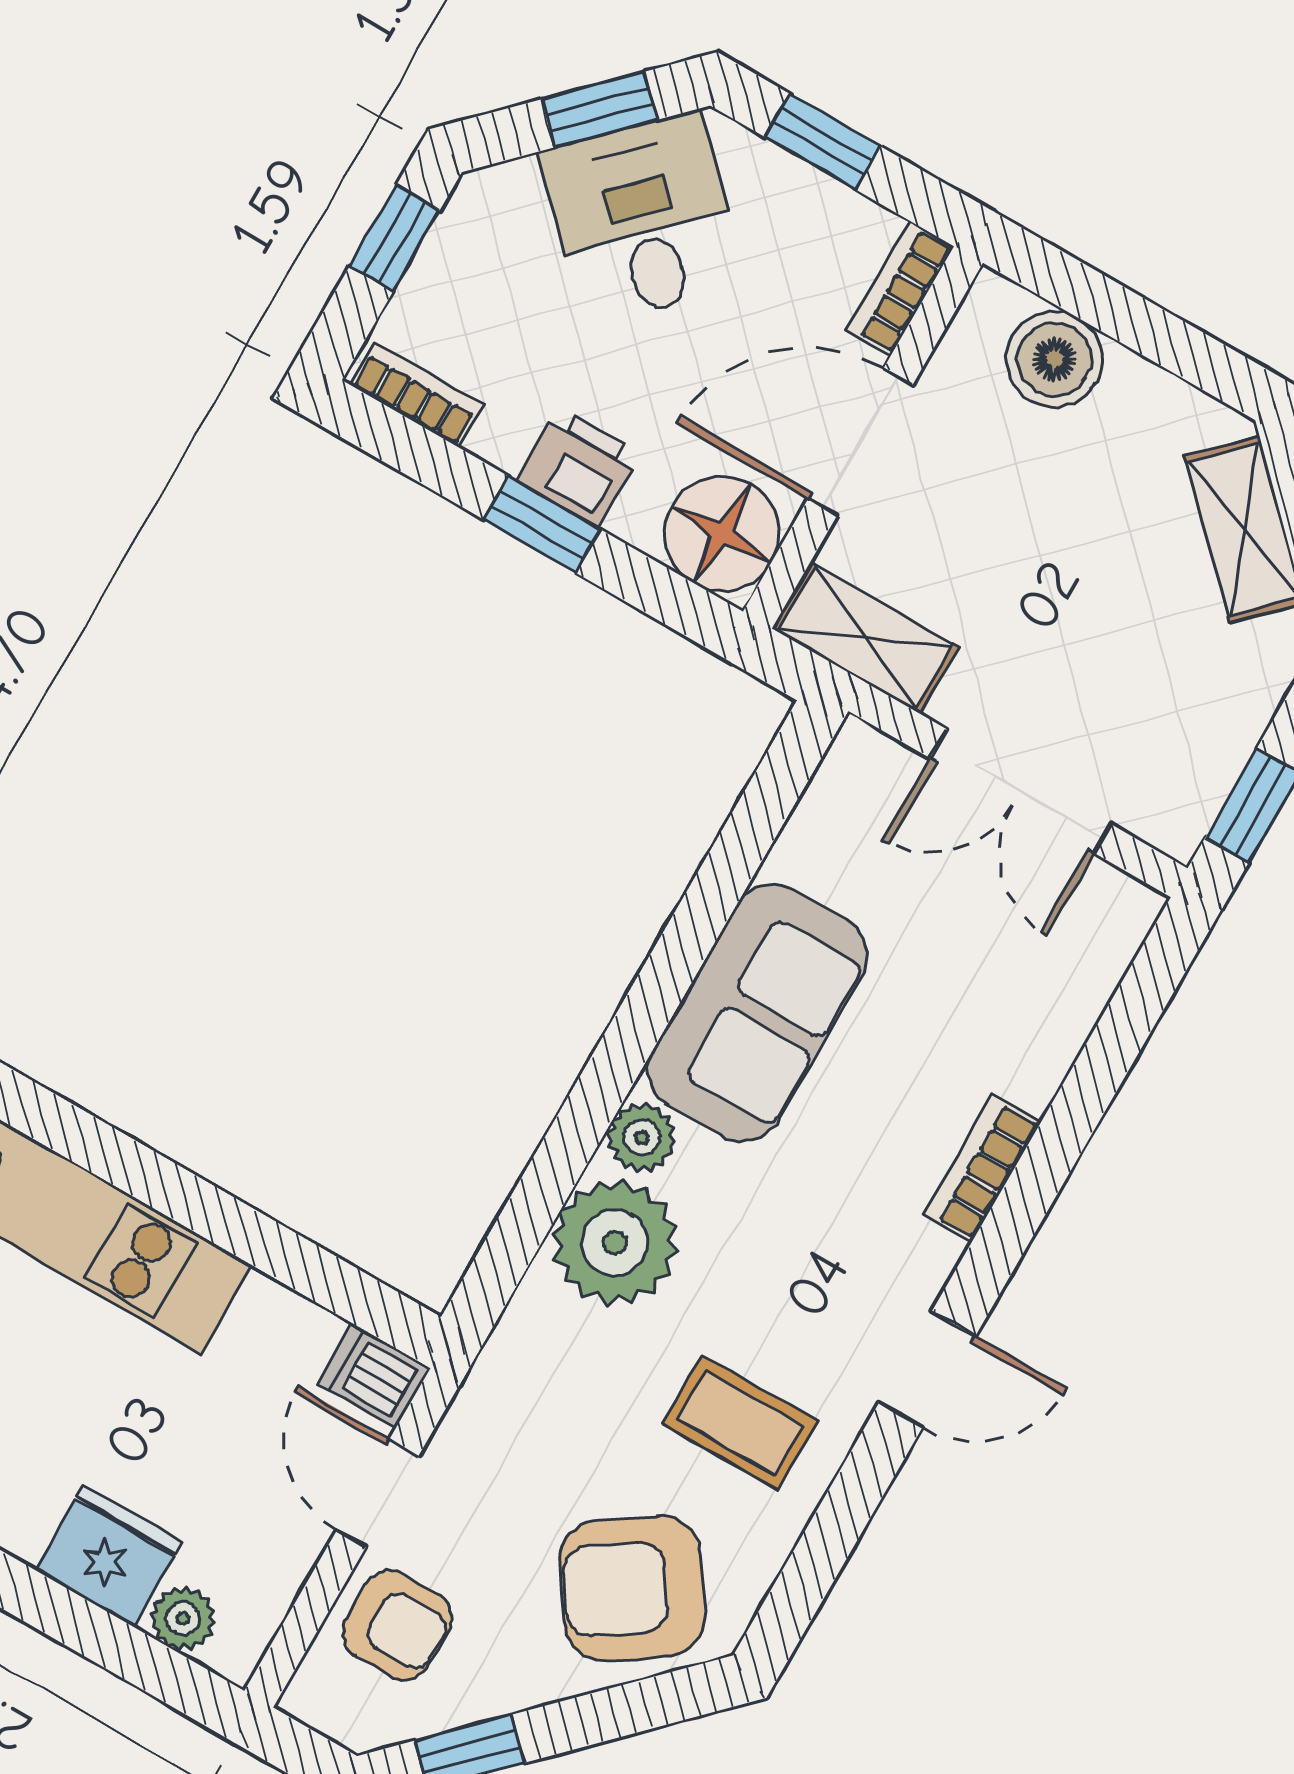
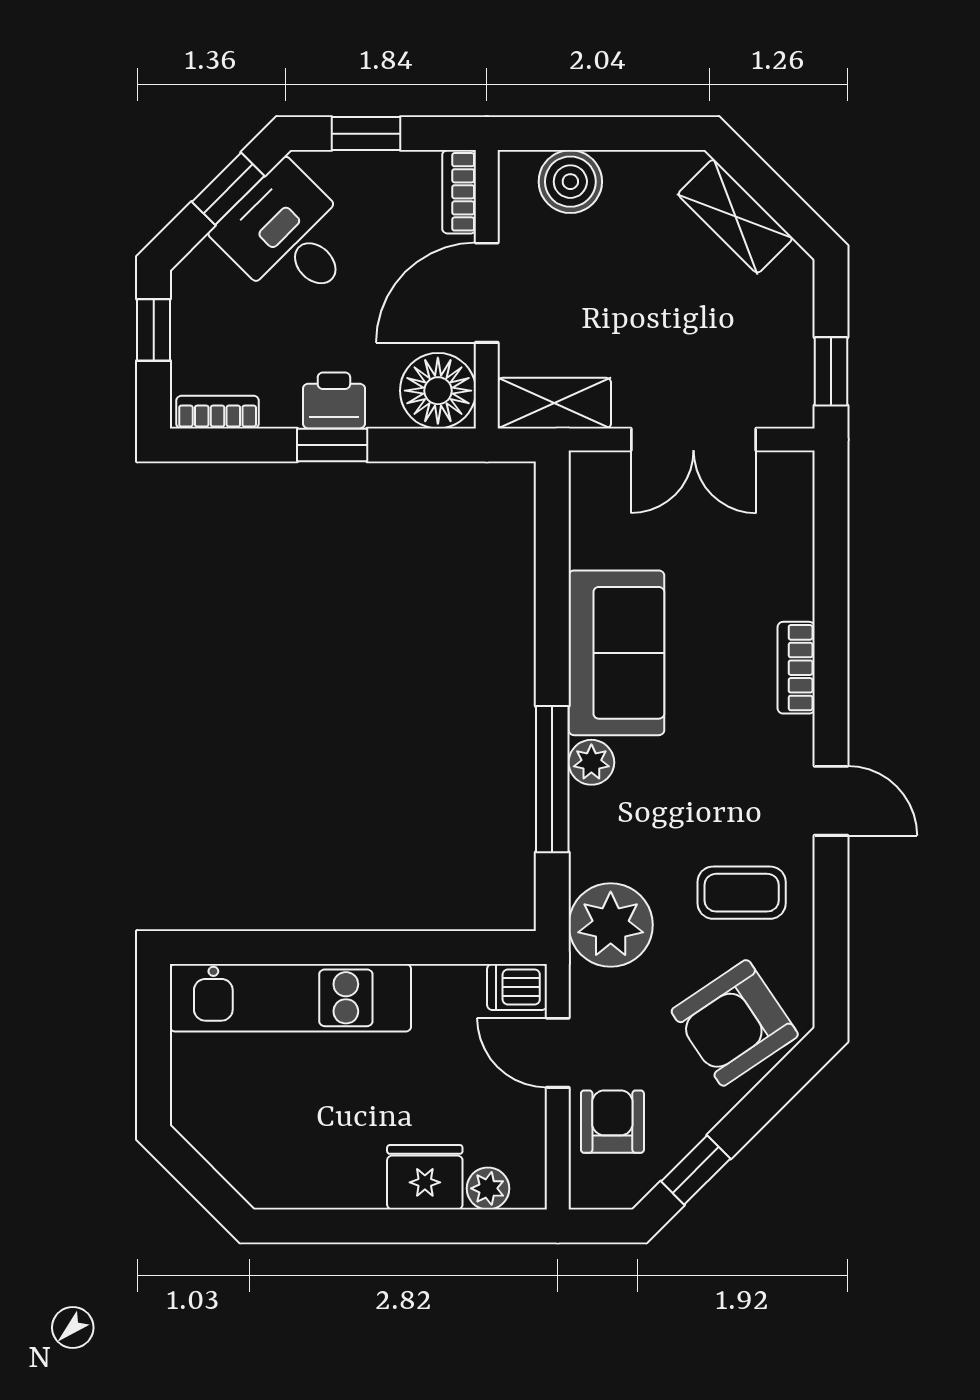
window: (578, 1130) -> (552, 779), added
plant: (615, 1243) -> (611, 925), moved
door: (927, 1369) -> (831, 801), hinge flipped
armchair: (397, 1625) -> (612, 1122), turned -90

